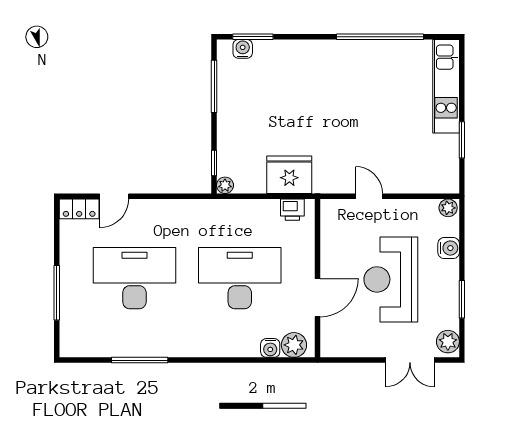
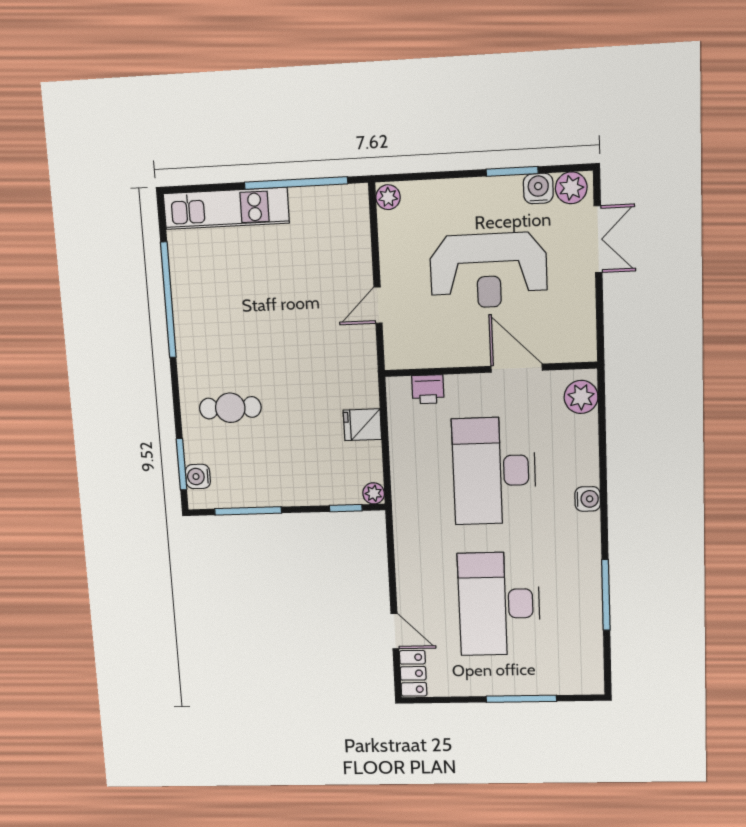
cafe table: (296, 78) -> (230, 408), added
window: (462, 140) -> (296, 183), width x2.11
fridge: (289, 175) -> (362, 425), width x0.53, depth x0.75
printer: (292, 210) -> (428, 389), moved, turned 90
water cooler: (449, 248) -> (538, 188), moved
water cooler: (270, 348) -> (588, 499), moved

